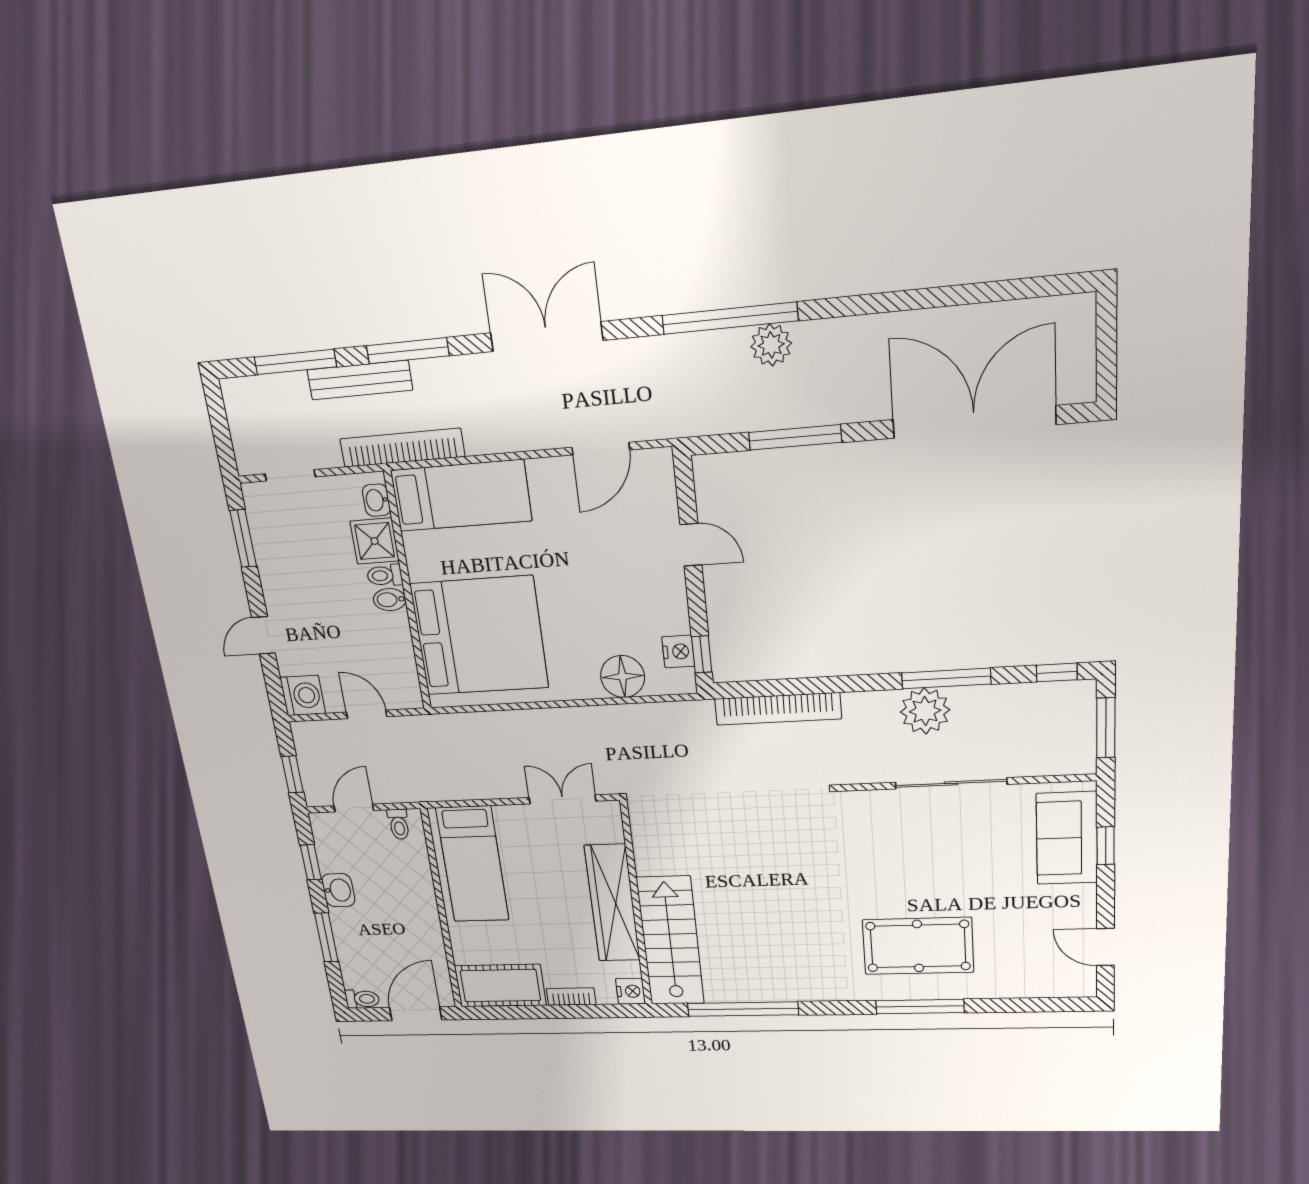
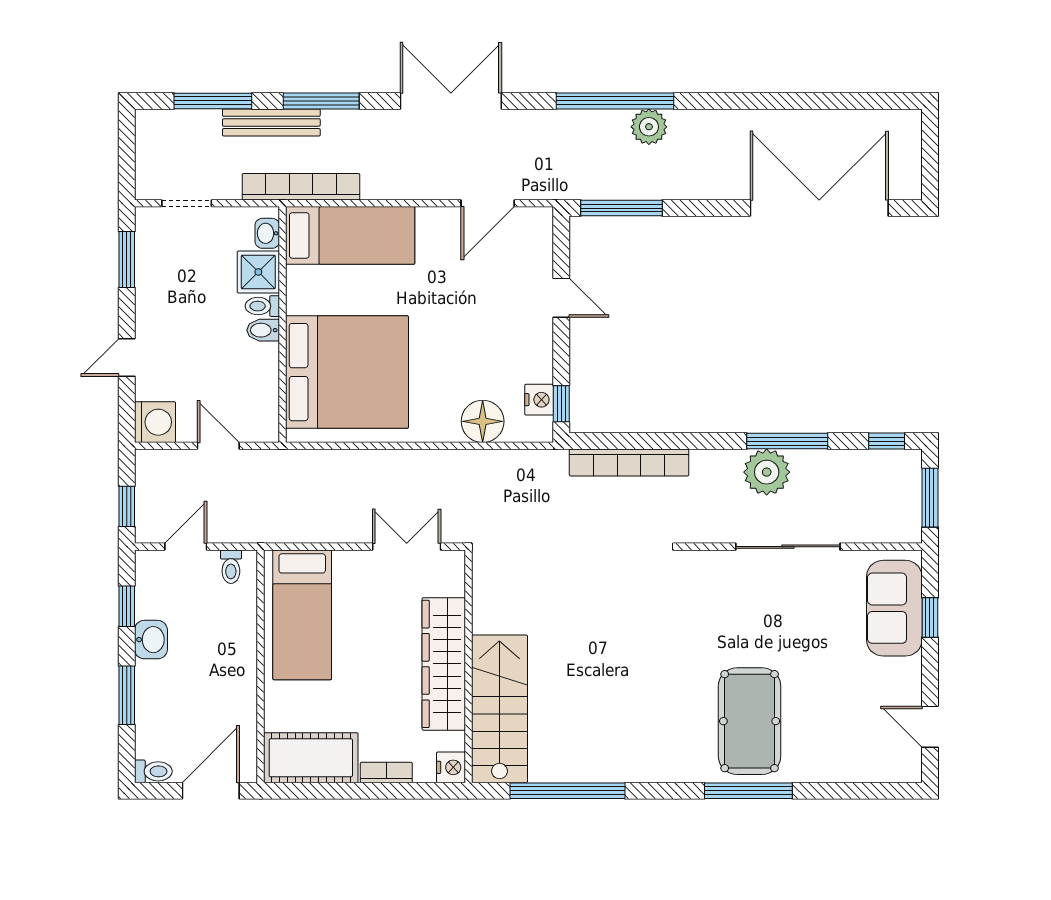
window: (795, 437) -> (622, 208), moved
pool table: (918, 946) -> (750, 721), turned 90

